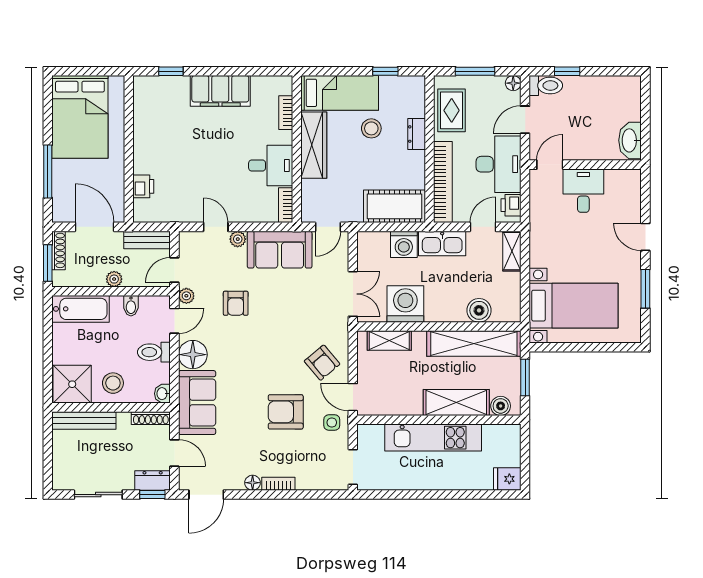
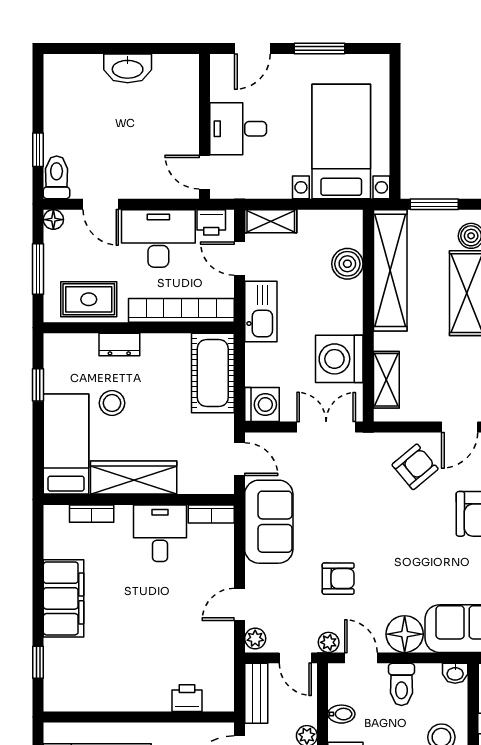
door: (550, 165) -> (205, 172), moved
wall: (585, 165) -> (205, 126), moved
desk: (583, 191) -> (238, 129), moved
plant: (238, 239) -> (255, 639), moved
washing machine: (404, 244) -> (262, 404), moved

